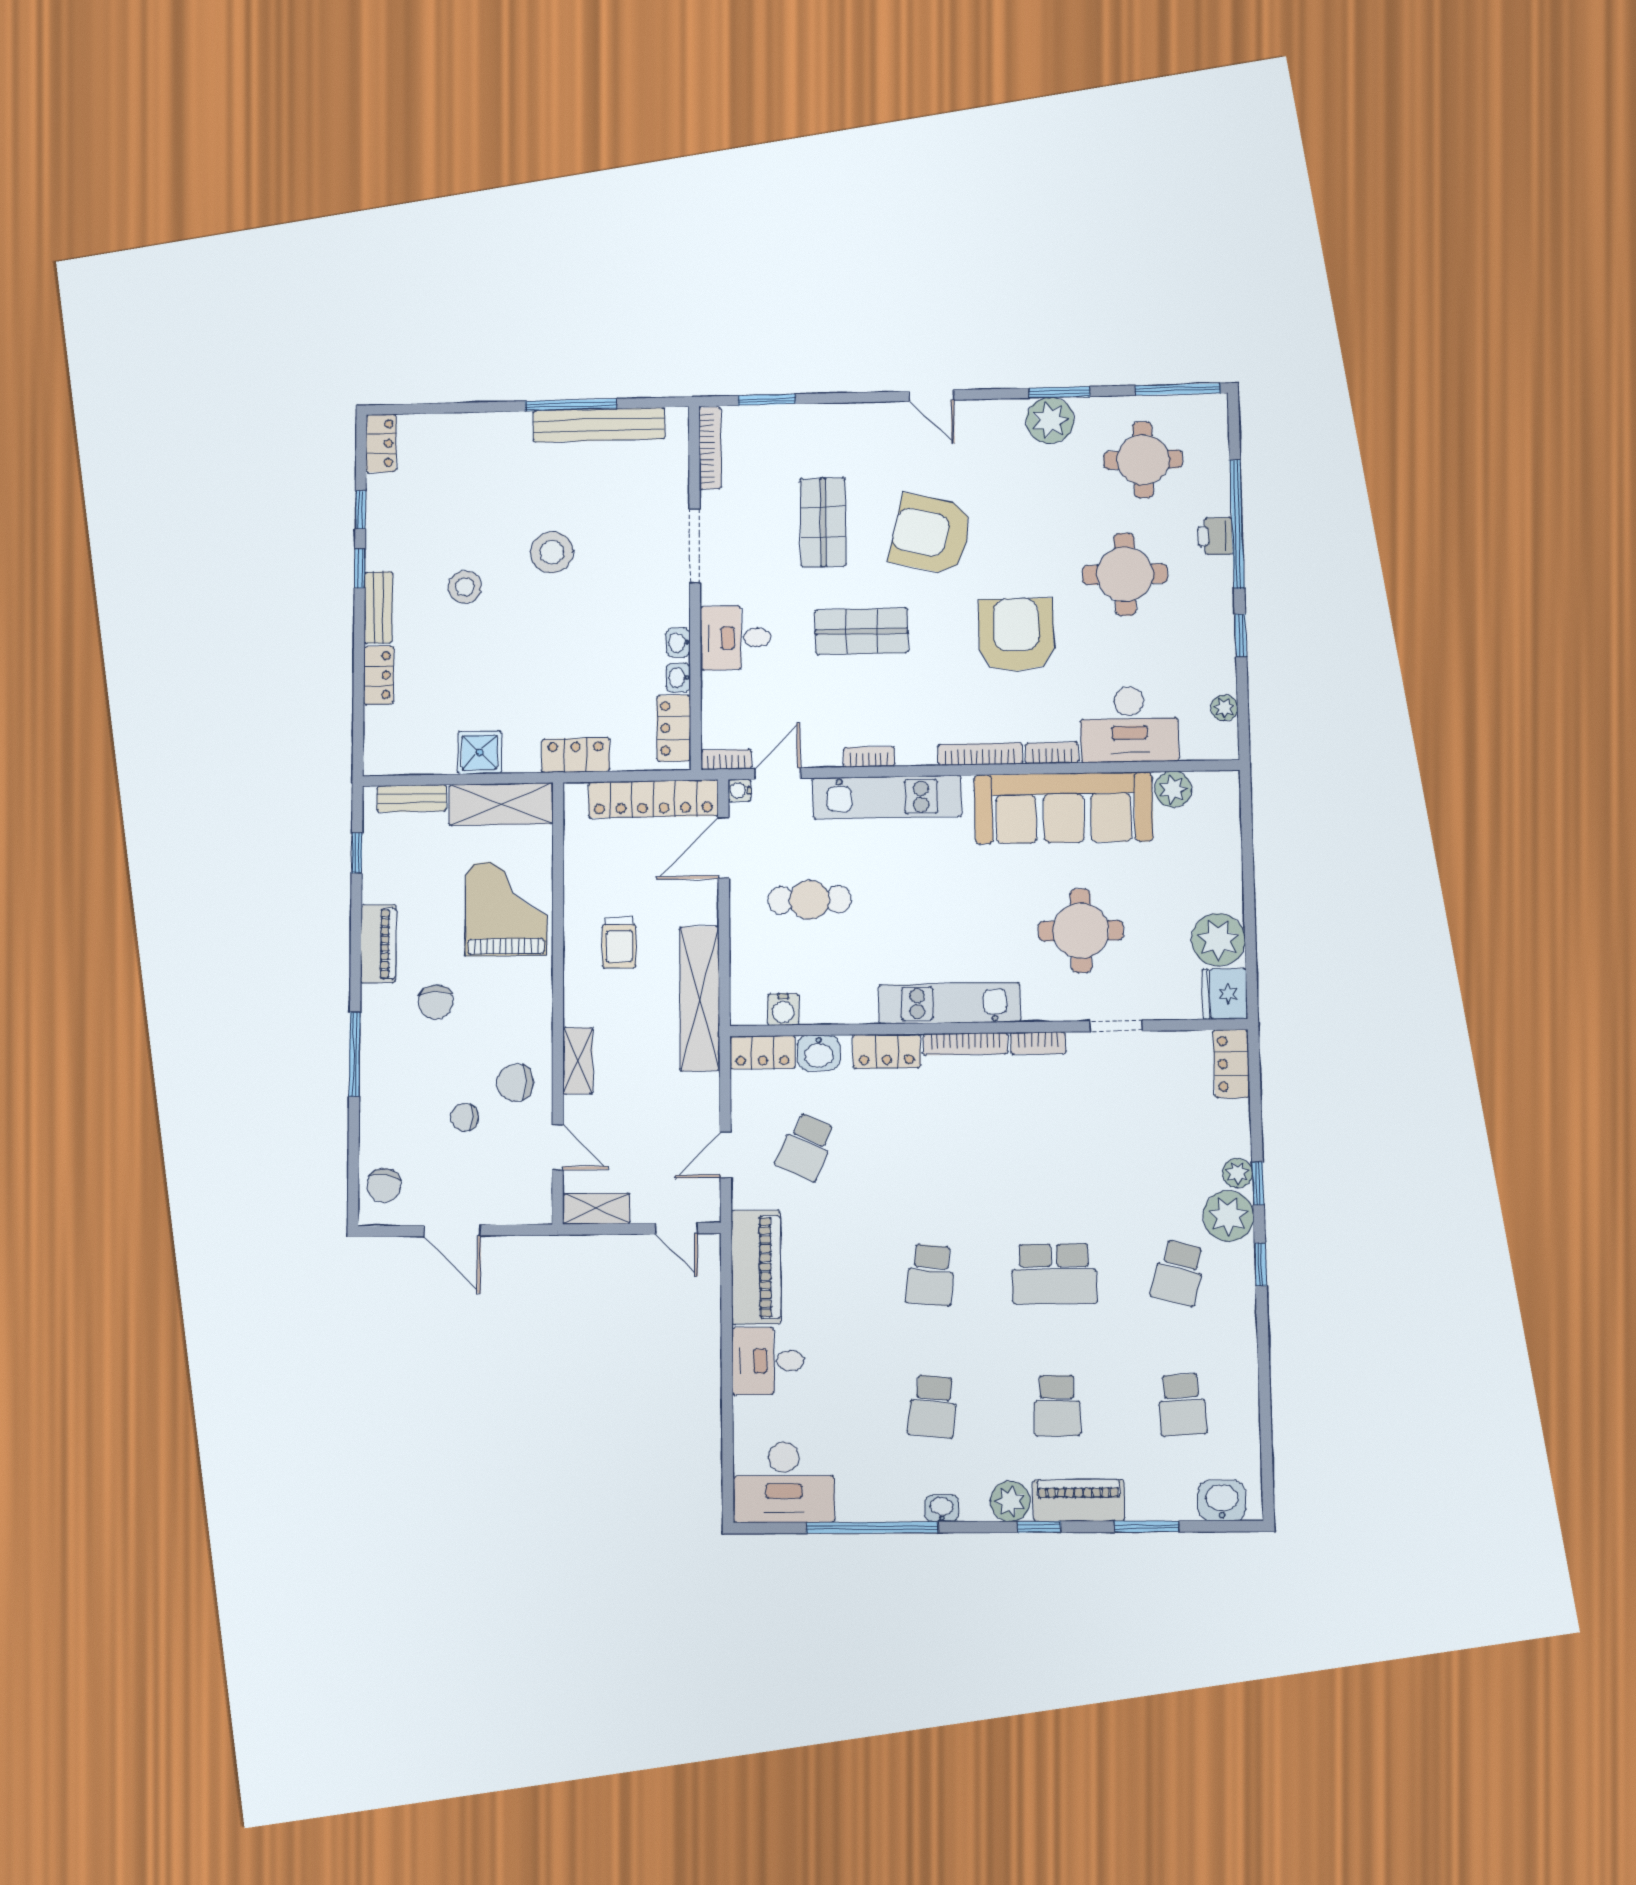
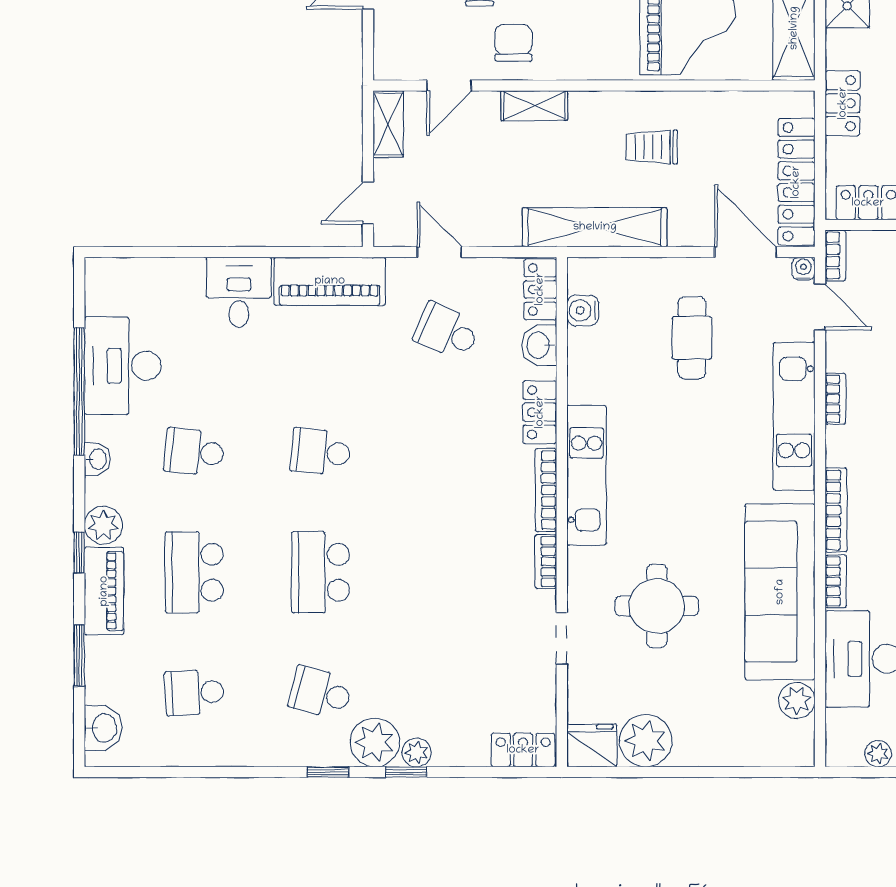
school desk: (1057, 1406) -> (194, 572), width x1.85
desk: (784, 1482) -> (123, 366), moved

